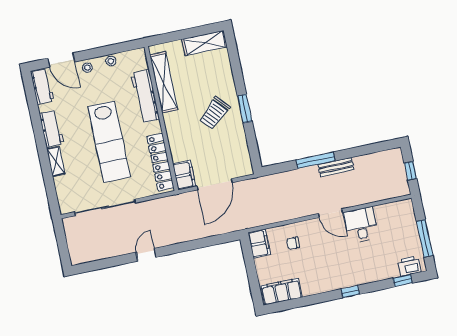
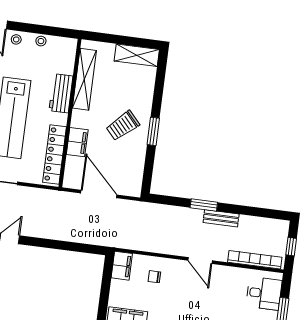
workbench: (145, 96) -> (61, 93), width x0.73
window: (316, 160) -> (204, 205), width x0.69
filing cabinet: (184, 175) -> (77, 142), moved
door: (214, 184) -> (99, 194), swing flipped
bookcase: (381, 195) -> (255, 260), added
desk: (361, 225) -> (264, 293), moved, turned 90

